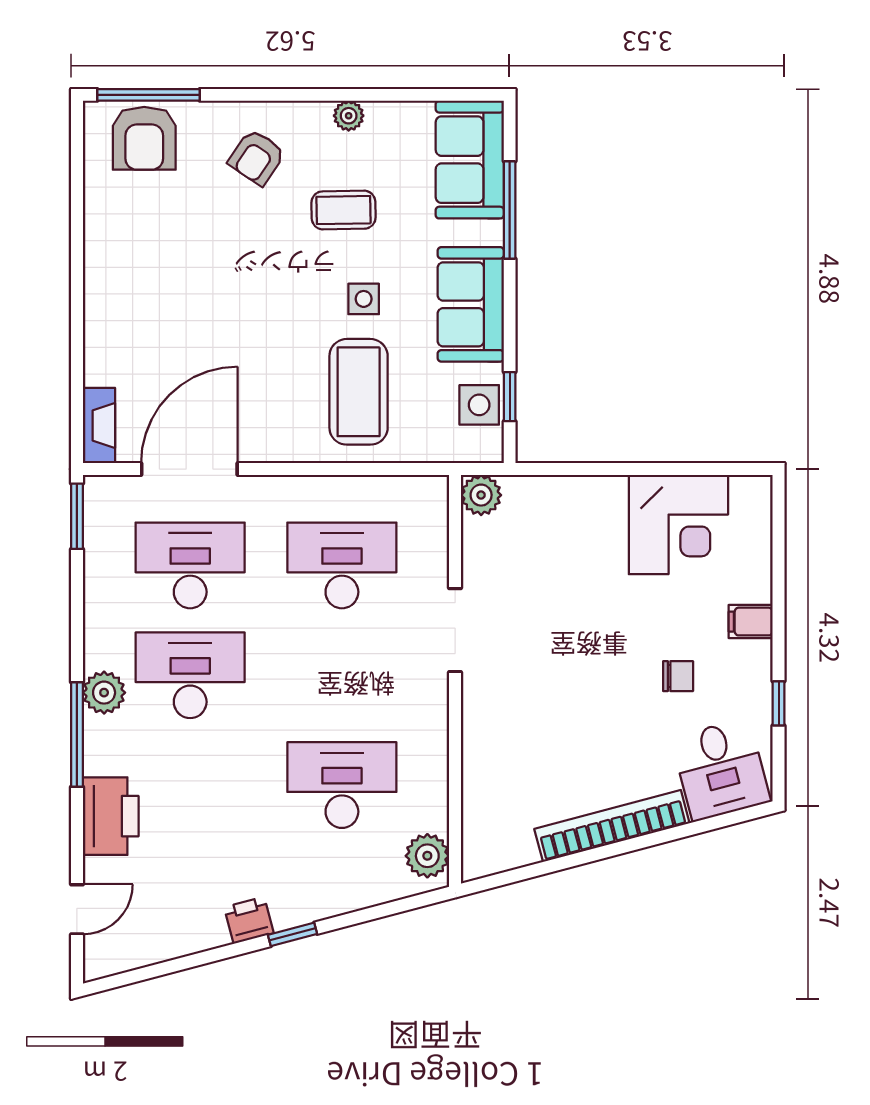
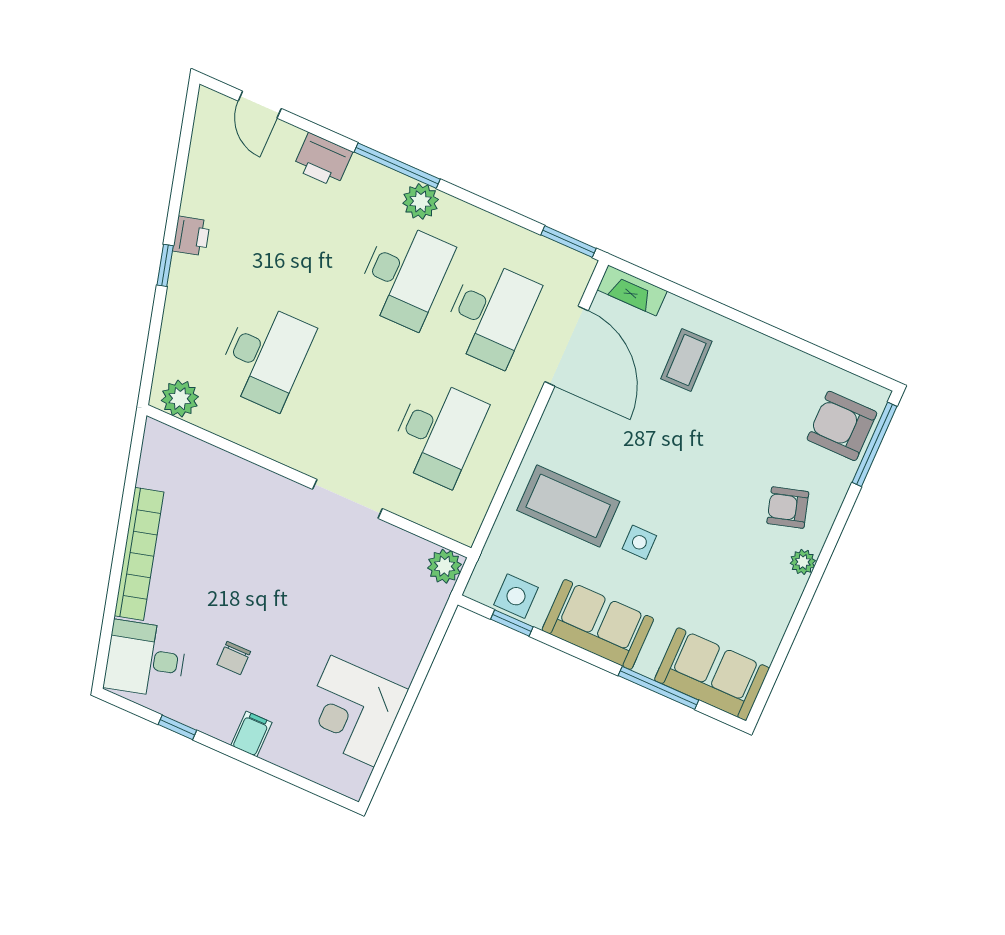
plant: (349, 116) -> (803, 562), moved
armchair: (257, 157) -> (788, 508), turned -50
coffee table: (343, 210) -> (686, 360), moved
printer: (111, 816) -> (323, 160), width x0.73, depth x0.84

